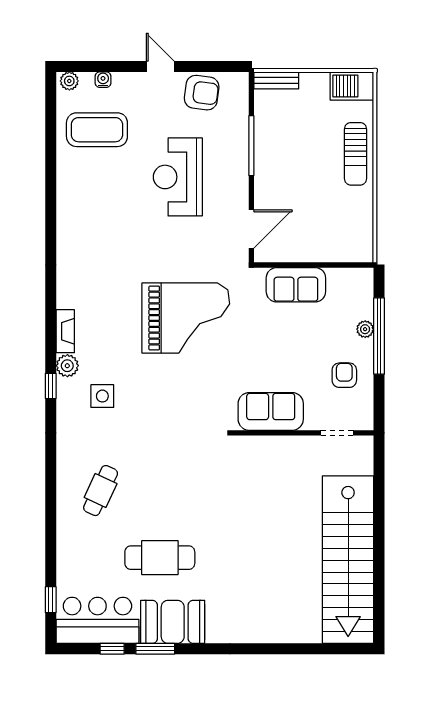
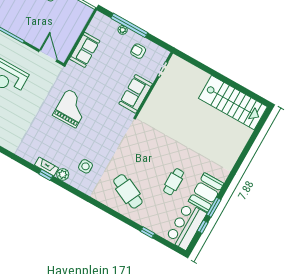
grand piano: (186, 318) -> (71, 108), width x0.73, depth x0.68
window: (51, 386) -> (46, 175), moved
cafe table: (101, 491) -> (128, 191), width x1.37, depth x1.35
cafe table: (160, 558) -> (174, 182), width x0.73, depth x0.74
stairs: (348, 560) -> (233, 103), width x0.73
window: (51, 600) -> (147, 232), moved

